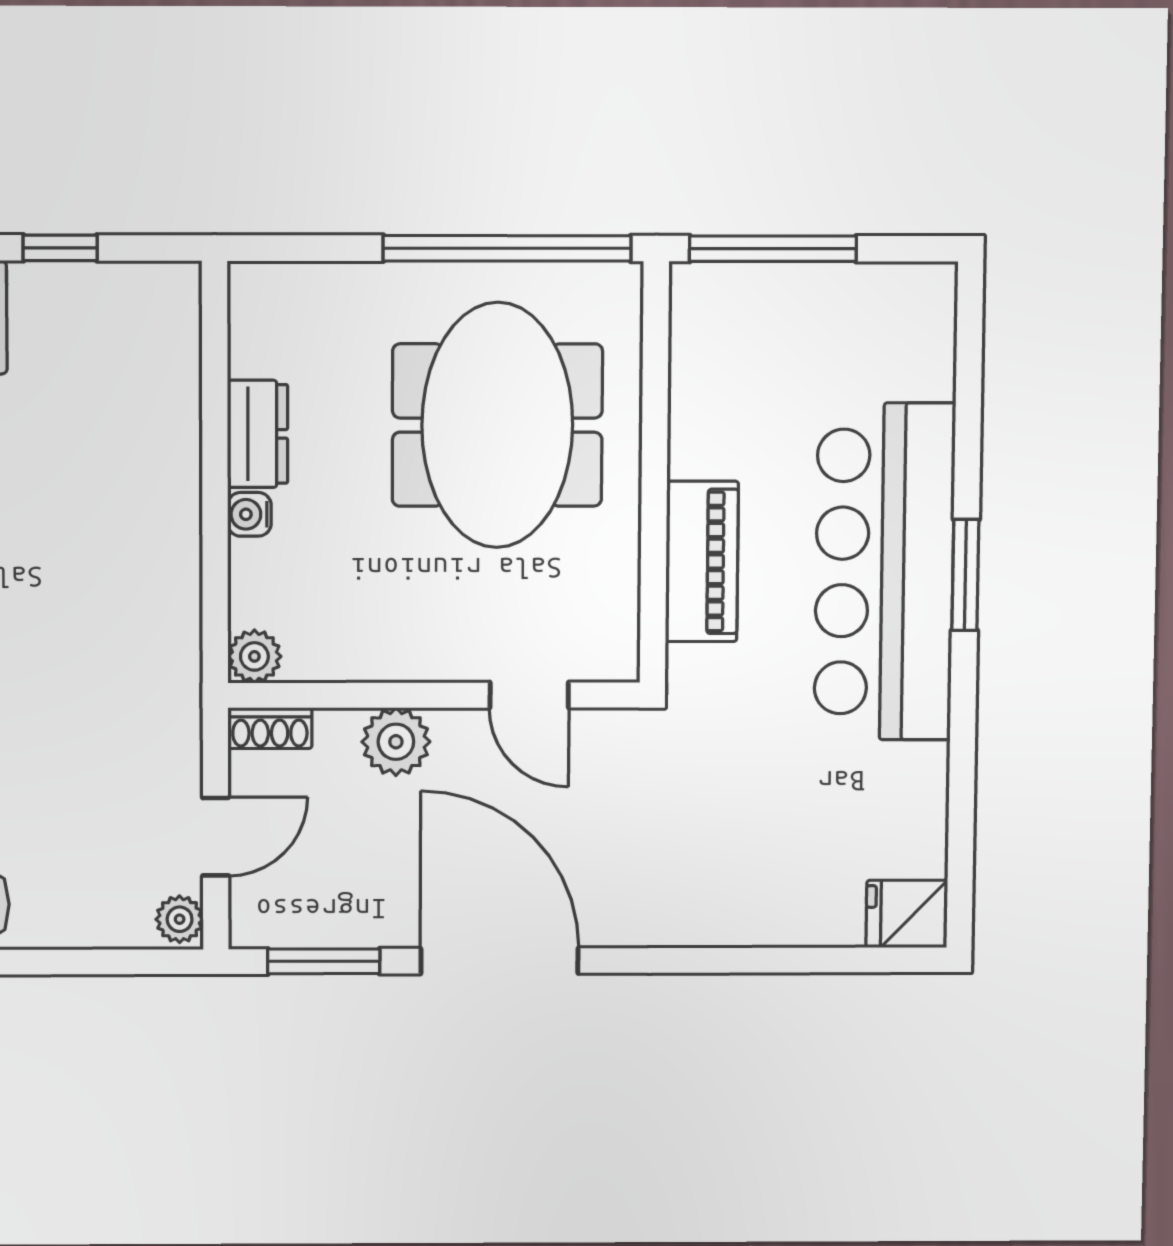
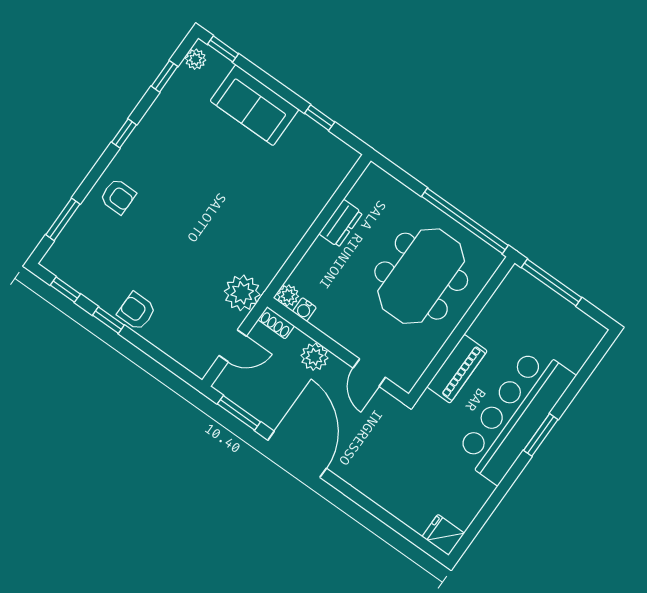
water cooler: (249, 514) -> (304, 309), moved, turned -90
plant: (180, 919) -> (242, 293), moved, width x1.88, depth x1.88

